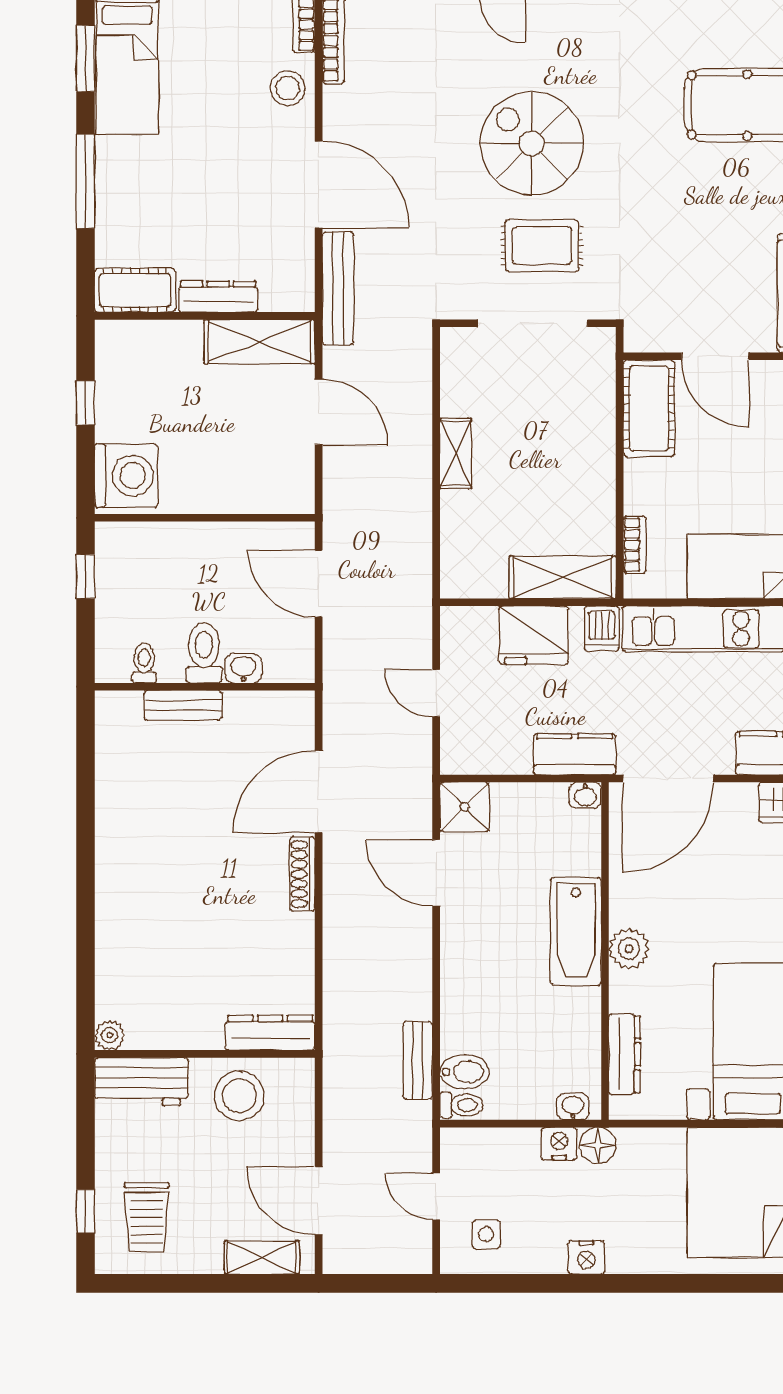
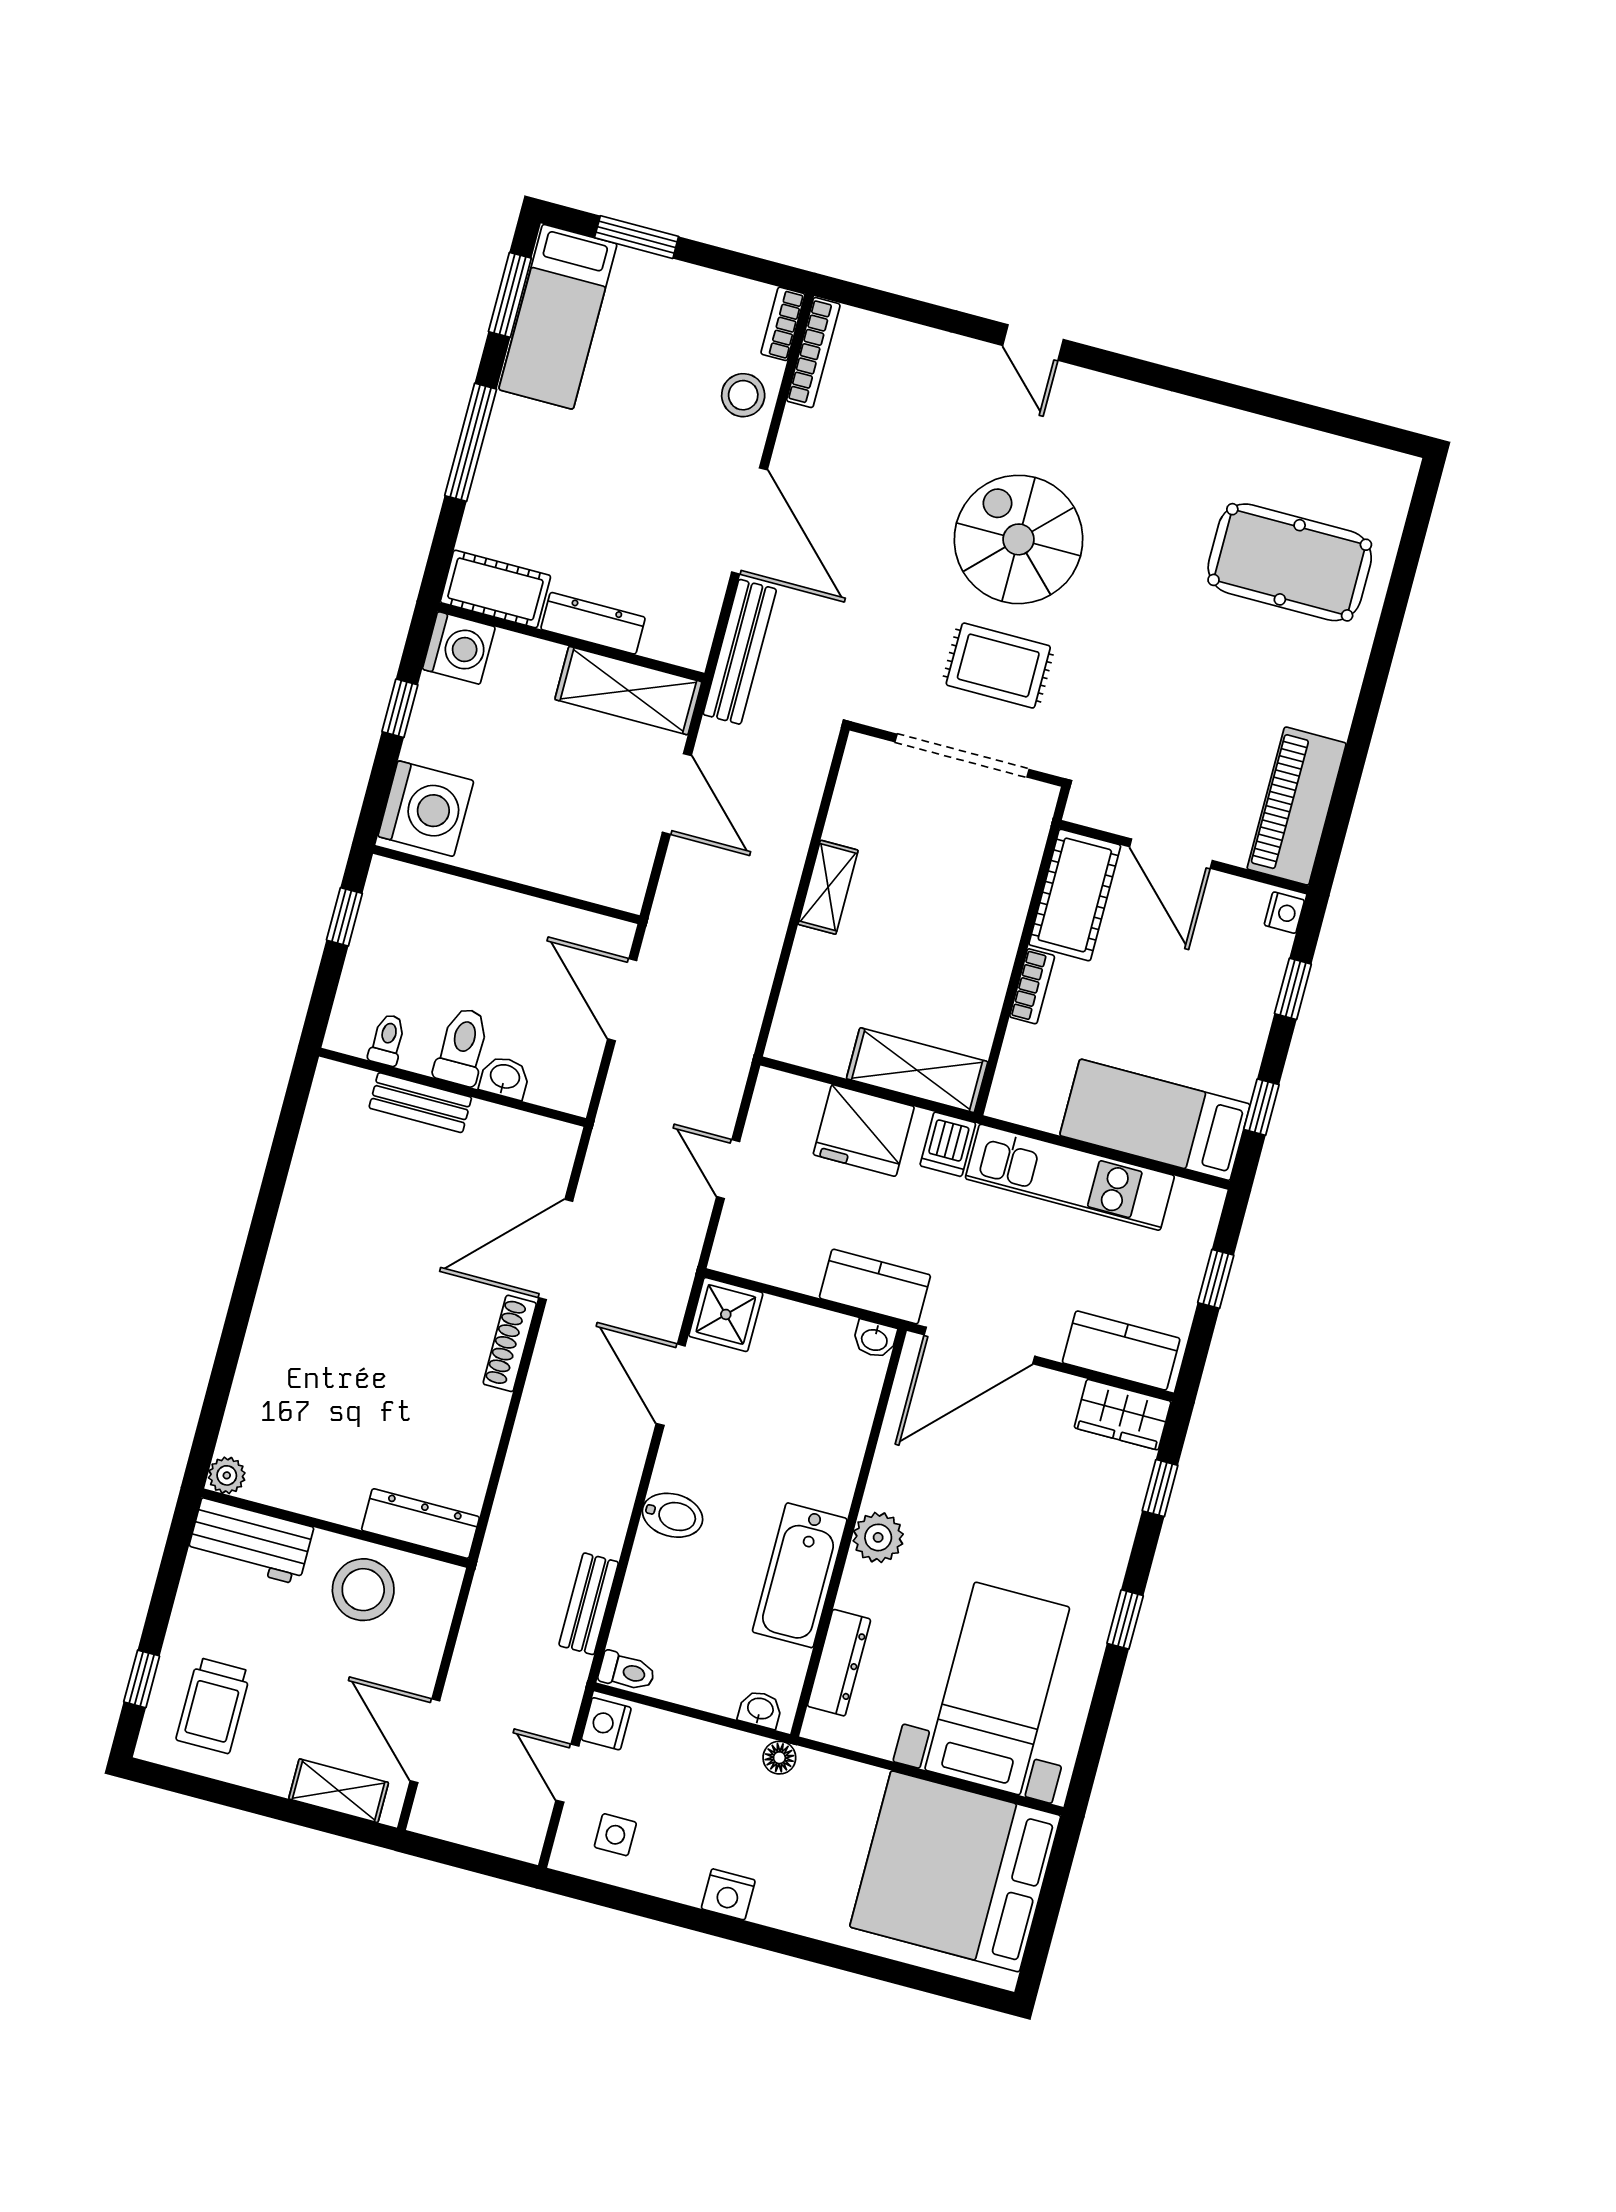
washing machine: (119, 344) -> (459, 648), added
bookcase: (635, 545) -> (1032, 986), moved
bathtub: (576, 931) -> (800, 1575), moved
bidet: (464, 1072) -> (672, 1515), moved
nightstand: (559, 1144) -> (606, 1724), moved, turned -90
floor lamp: (598, 1145) -> (779, 1758), width x0.73, depth x0.73

